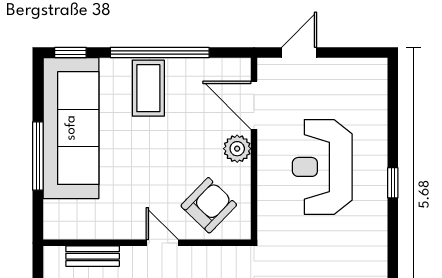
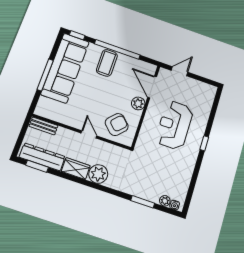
bench: (93, 256) -> (43, 126), moved

